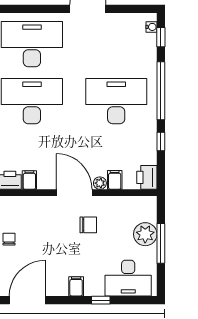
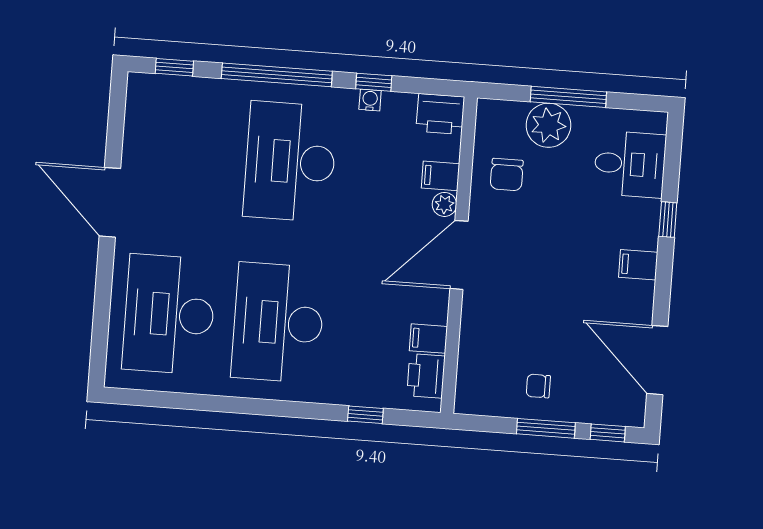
water cooler: (151, 27) -> (370, 100), moved
chair: (88, 225) -> (507, 175), moved, turned 180
desk: (128, 278) -> (630, 164), width x0.73

